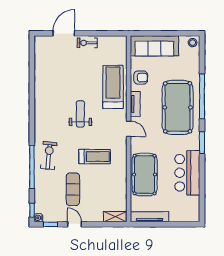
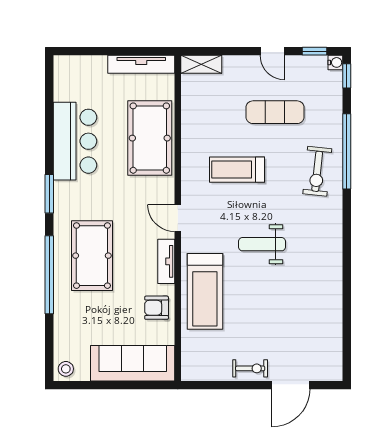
pool table: (178, 107) -> (92, 256), width x0.73, depth x0.76
weight bench: (80, 114) -> (262, 244), turned 90
exercise mat: (73, 189) -> (275, 112), turned 90

